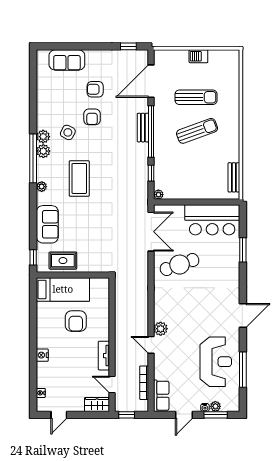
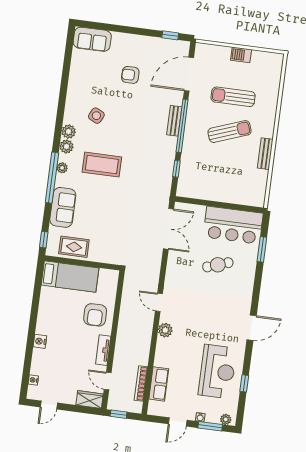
sofa: (67, 60) -> (92, 39), moved
sun lounger: (196, 97) -> (233, 97), turned 180
armchair: (92, 117) -> (123, 103), removed
plant: (43, 137) -> (66, 146), moved
window: (33, 158) -> (52, 178), moved
bench: (234, 177) -> (265, 154), moved
coffee table: (79, 178) -> (102, 165), turned 90
plant: (158, 195) -> (181, 192), removed
window: (243, 250) -> (262, 249), moved
cafe table: (180, 265) -> (218, 265), moved, width x0.73, depth x0.74
armchair: (76, 321) -> (95, 315), moved
door: (151, 345) -> (159, 302), moved
window: (243, 370) -> (244, 383), width x0.46
row of seats: (161, 396) -> (159, 384), moved
plant: (215, 406) -> (226, 419), moved

